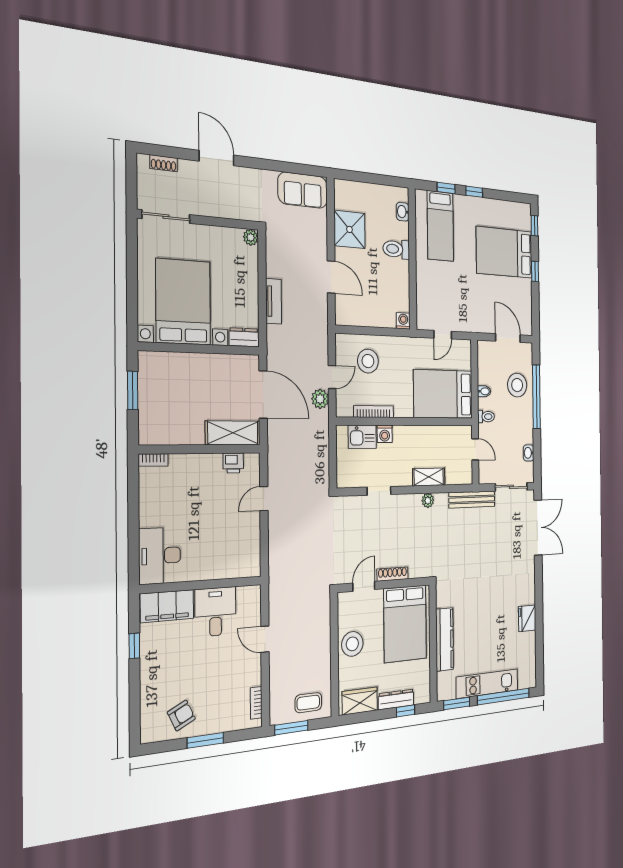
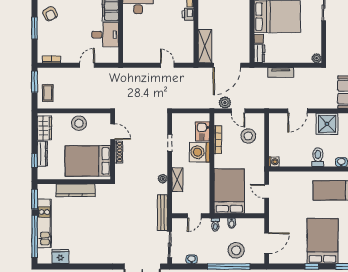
washing machine: (385, 434) -> (200, 152), width x1.89, depth x1.89
printer: (233, 463) -> (188, 14), moved
fridge: (527, 618) -> (60, 257), moved

